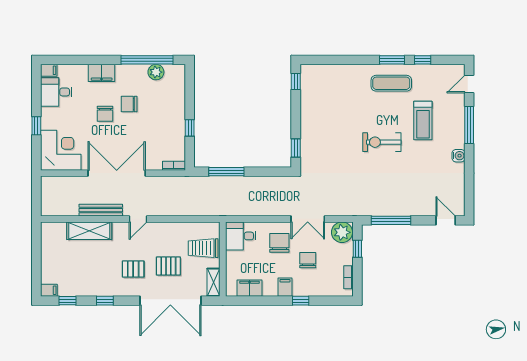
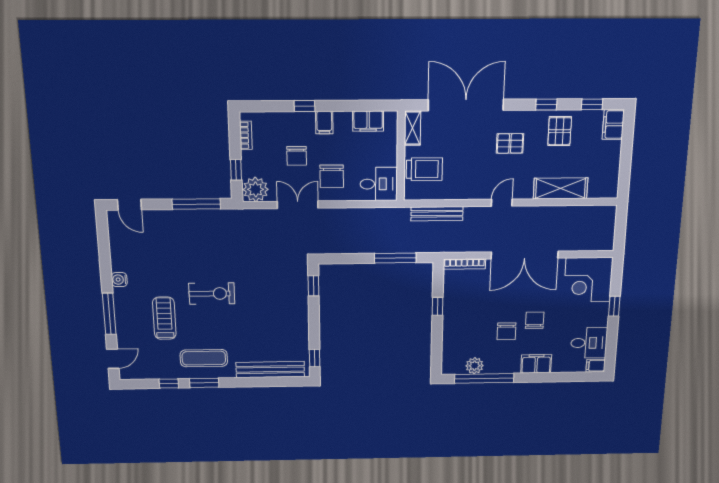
bench: (334, 72) -> (270, 370), added
chair: (129, 104) -> (506, 331), turned 90
bookcase: (174, 166) -> (464, 264), width x1.56
bench: (101, 210) -> (437, 214), moved
pallet: (168, 266) -> (560, 131), moved, turned 90
filing cabinet: (49, 290) -> (613, 124), width x2.00

